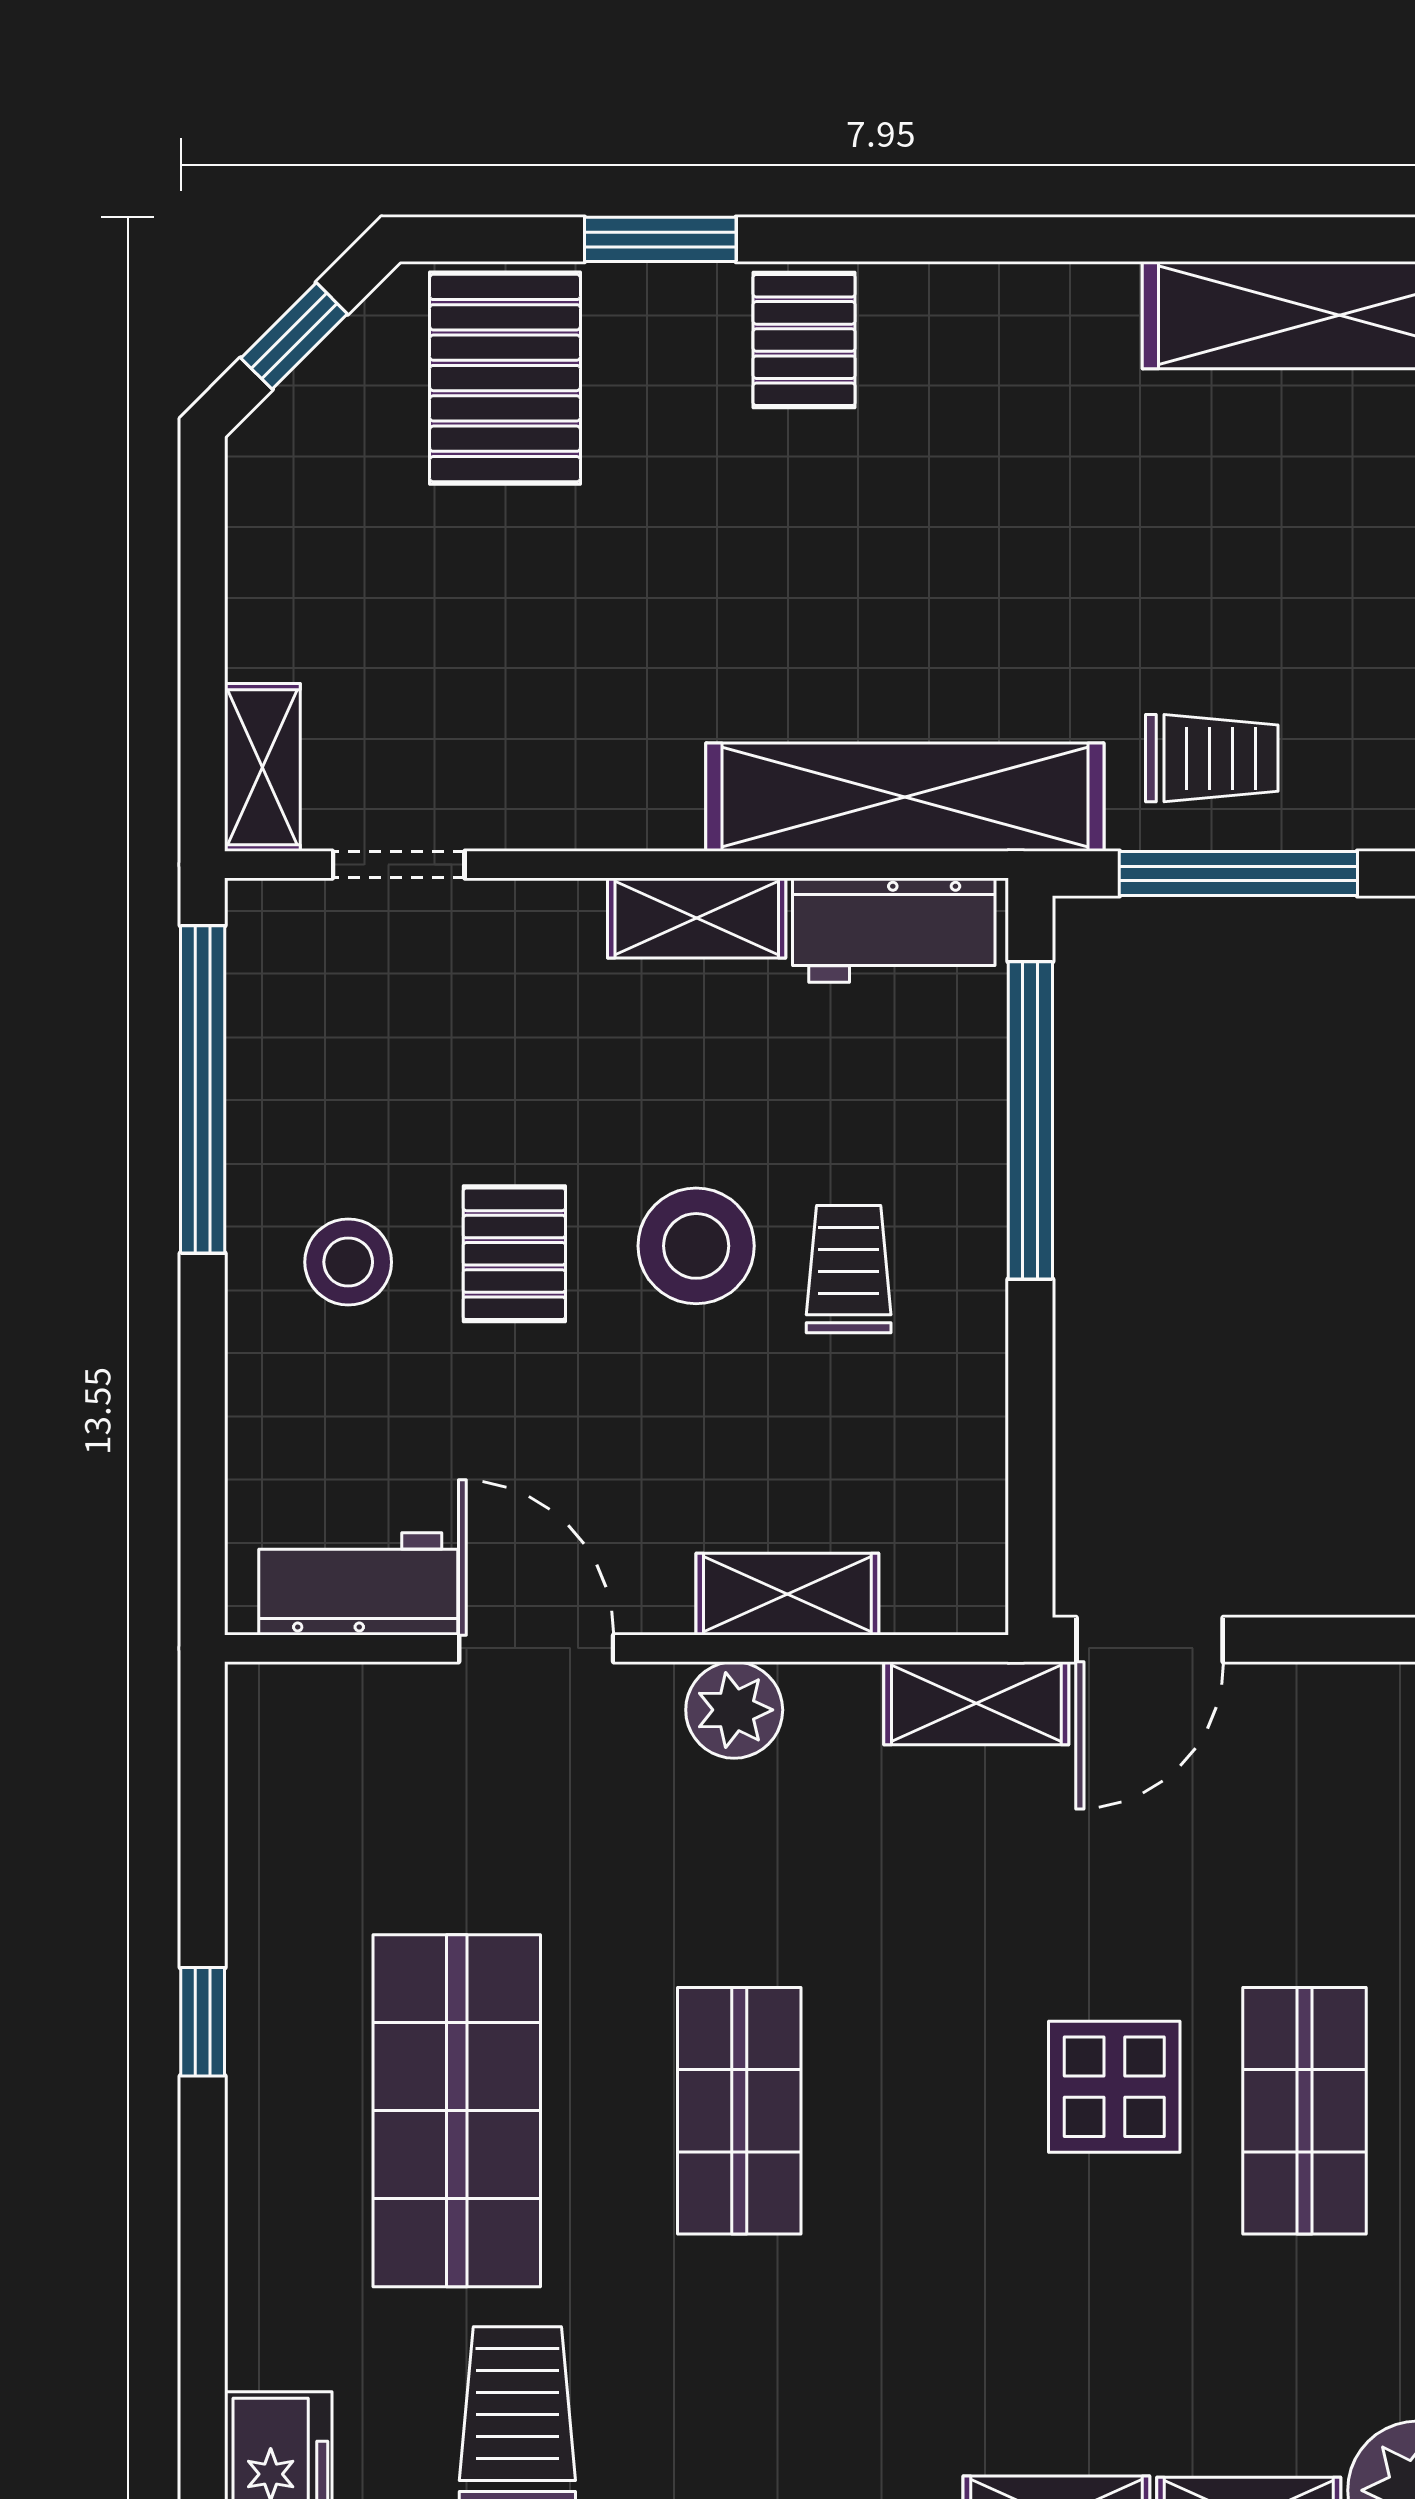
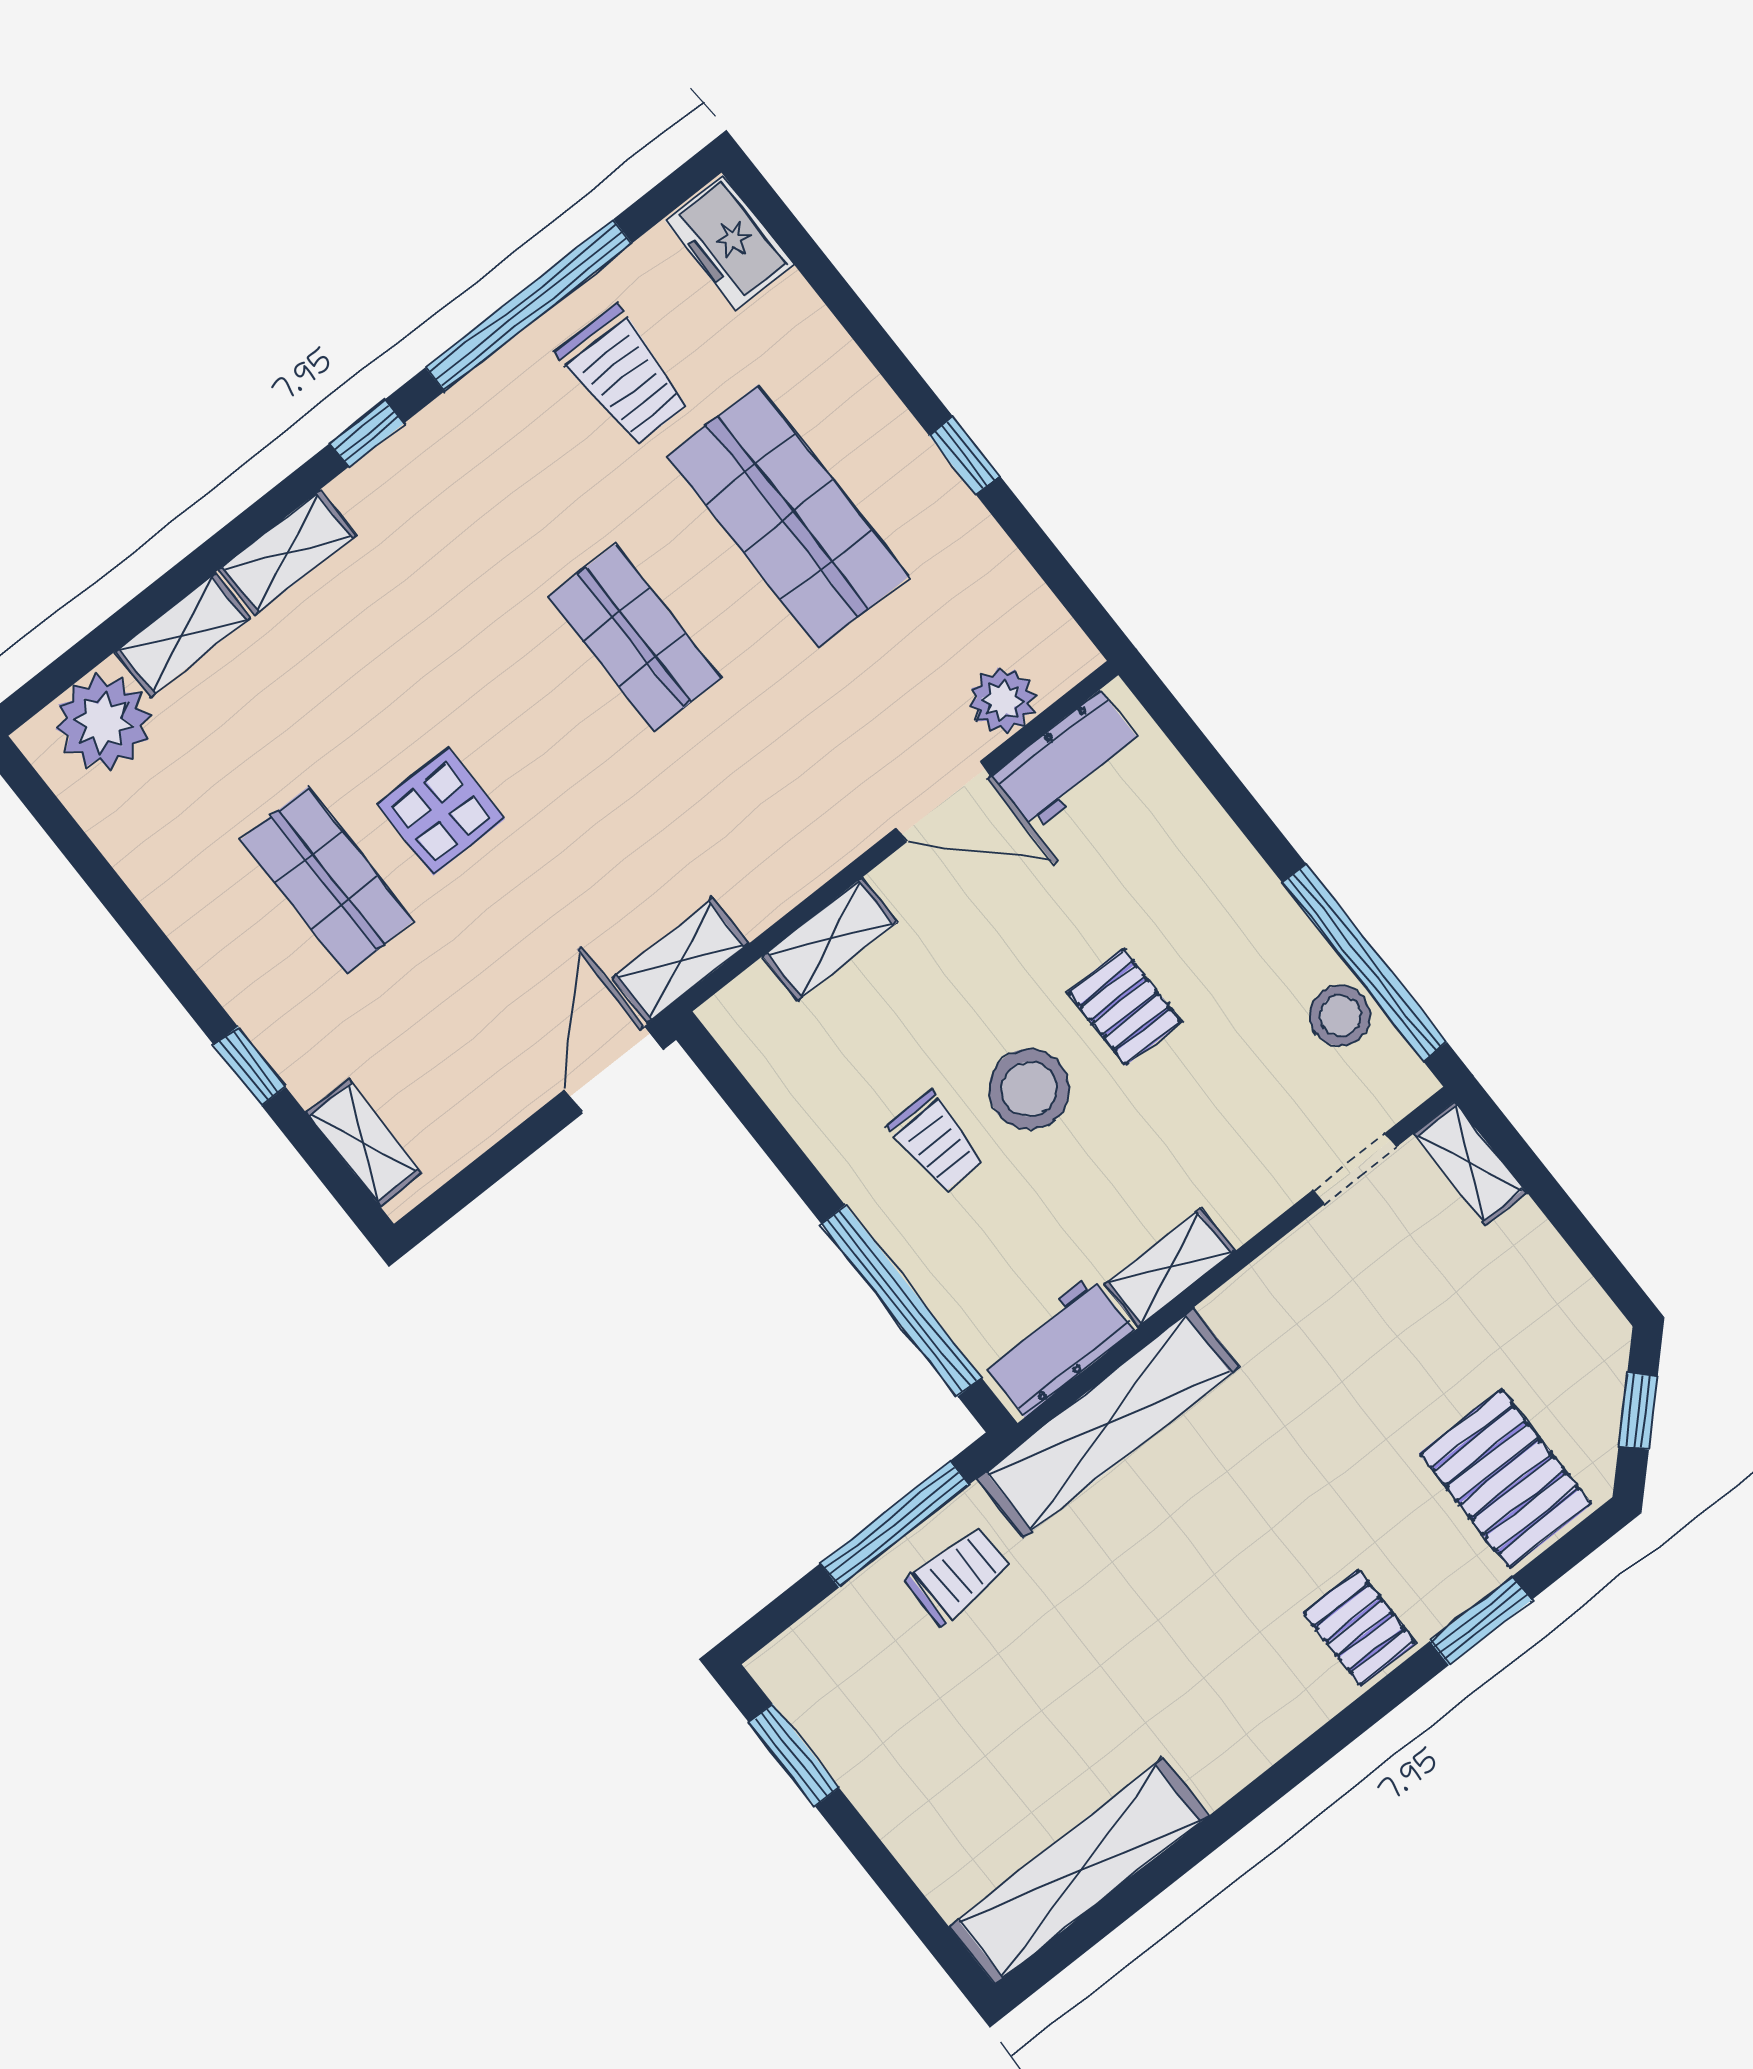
trolley: (1212, 758) -> (958, 1576), turned 180
stool: (348, 1262) -> (1340, 1016), moved
plant: (734, 1710) -> (1003, 701), moved

